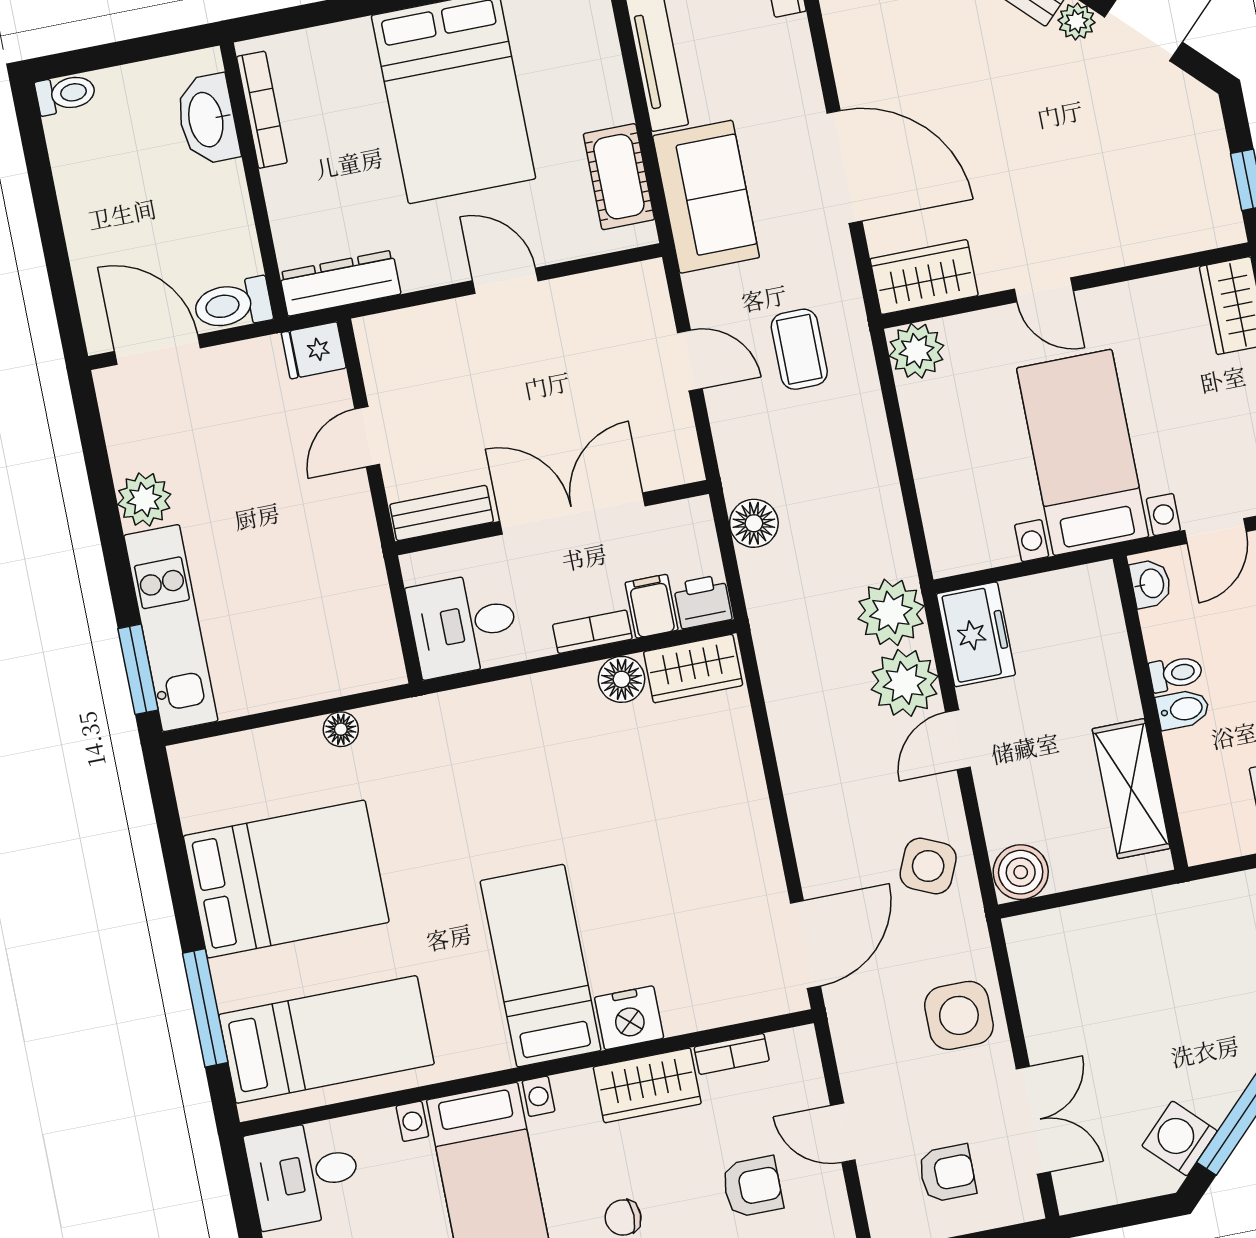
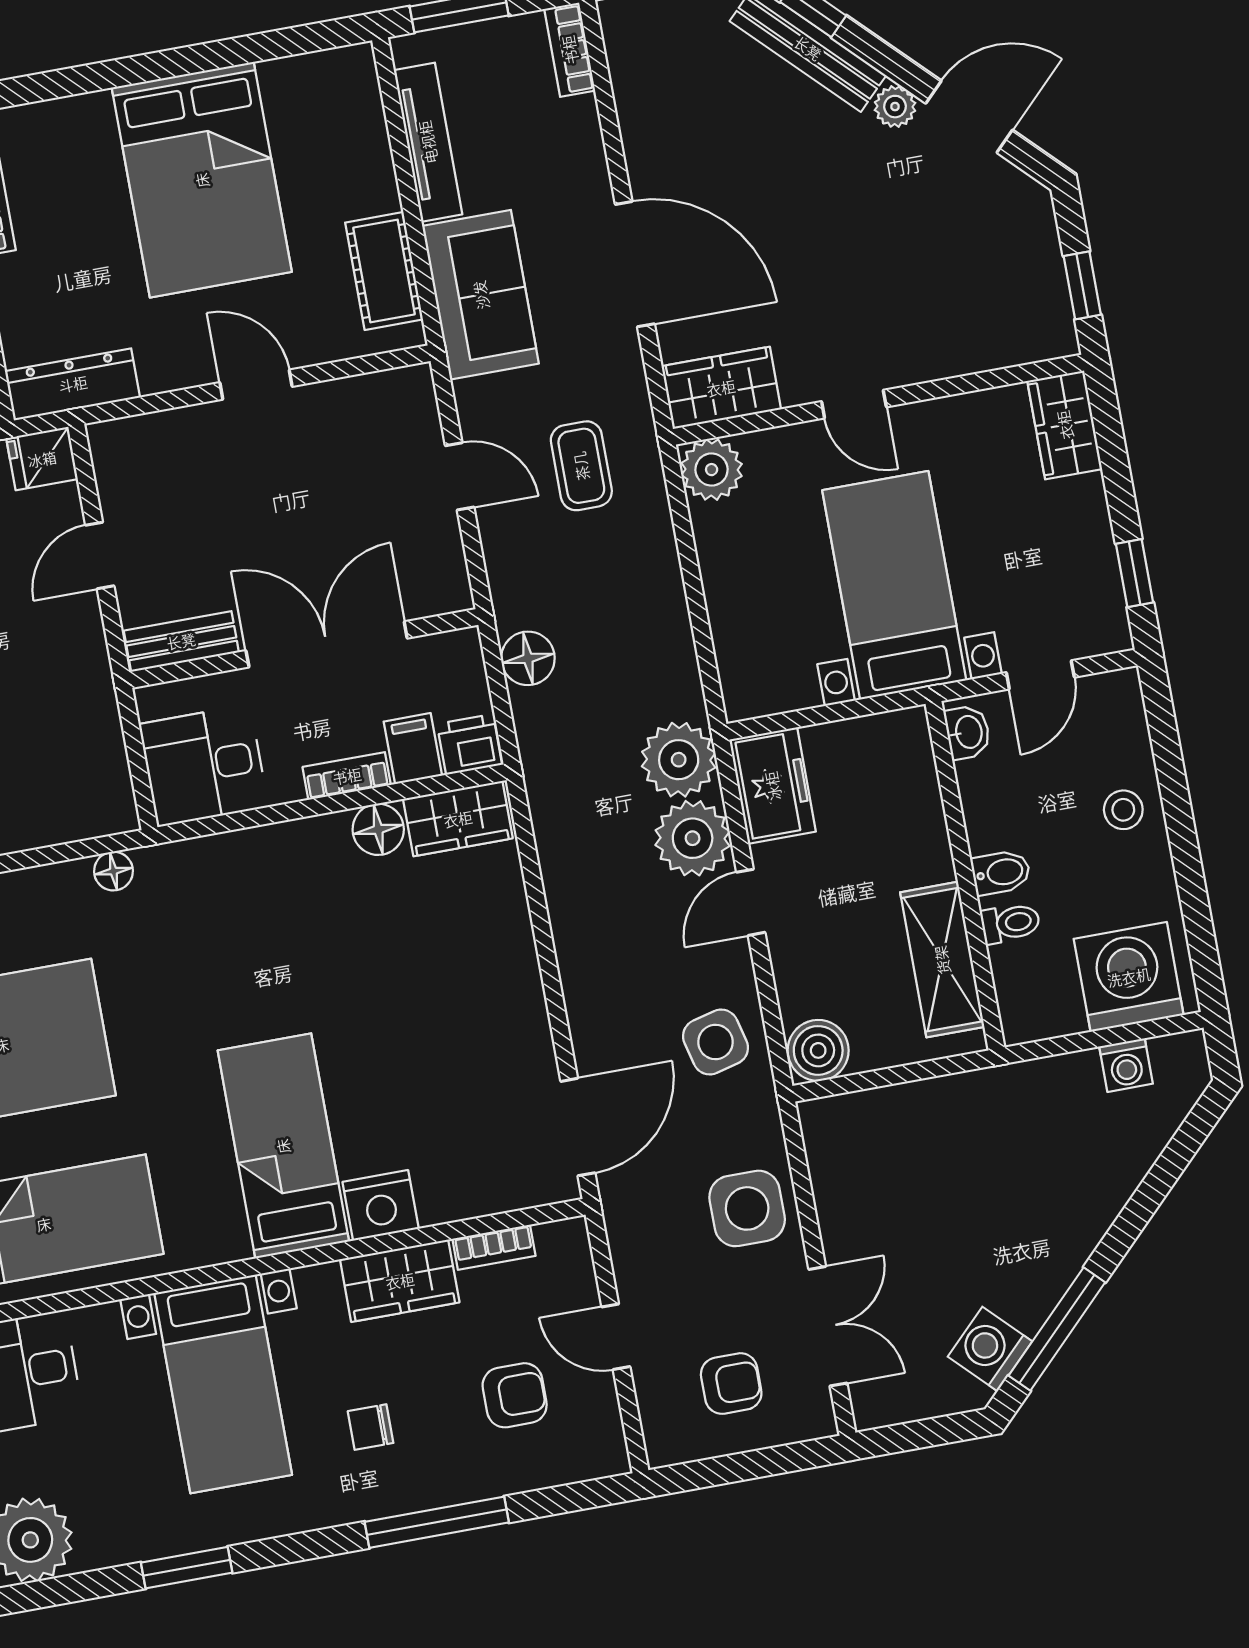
toilet: (1176, 673) -> (1010, 923), moved
floor lamp: (341, 729) -> (113, 871), moved
side table: (928, 866) -> (715, 1042), turned -38

